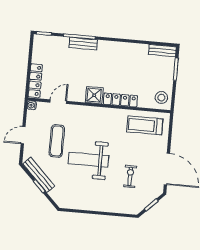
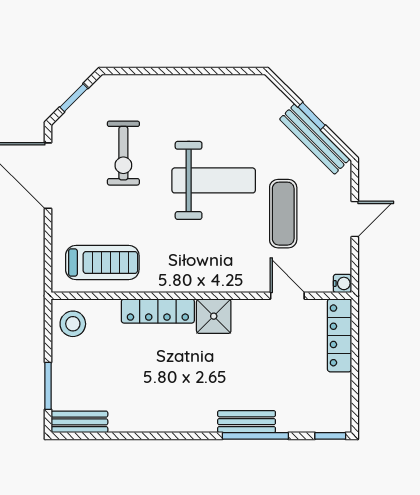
door: (58, 102) -> (287, 296), swing flipped
exercise bike: (130, 176) -> (123, 153), width x1.38, depth x1.39

